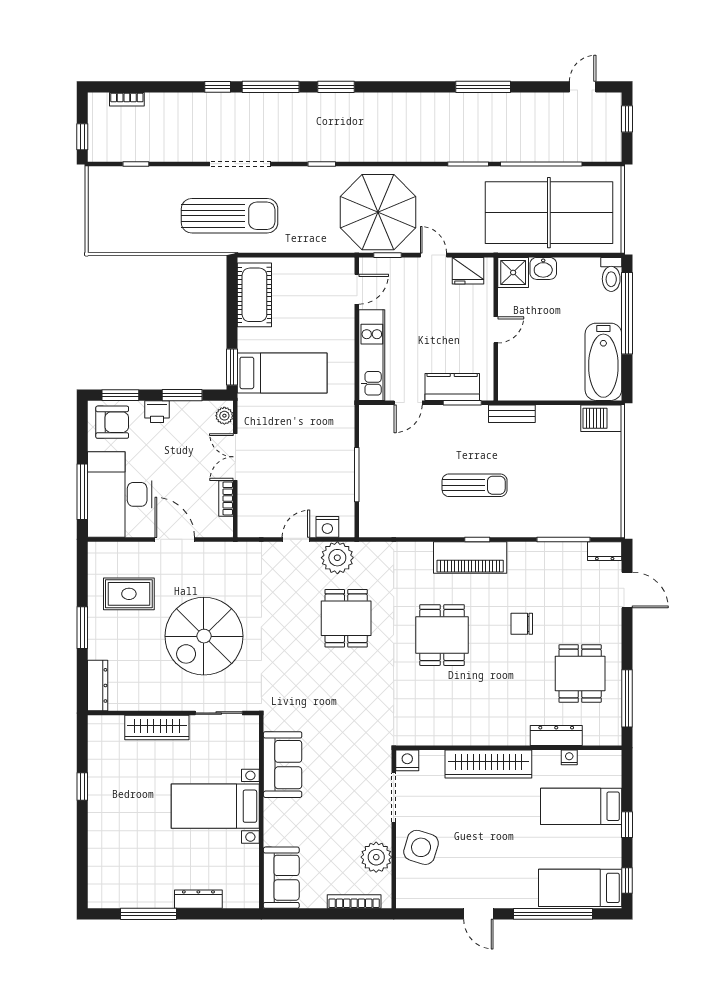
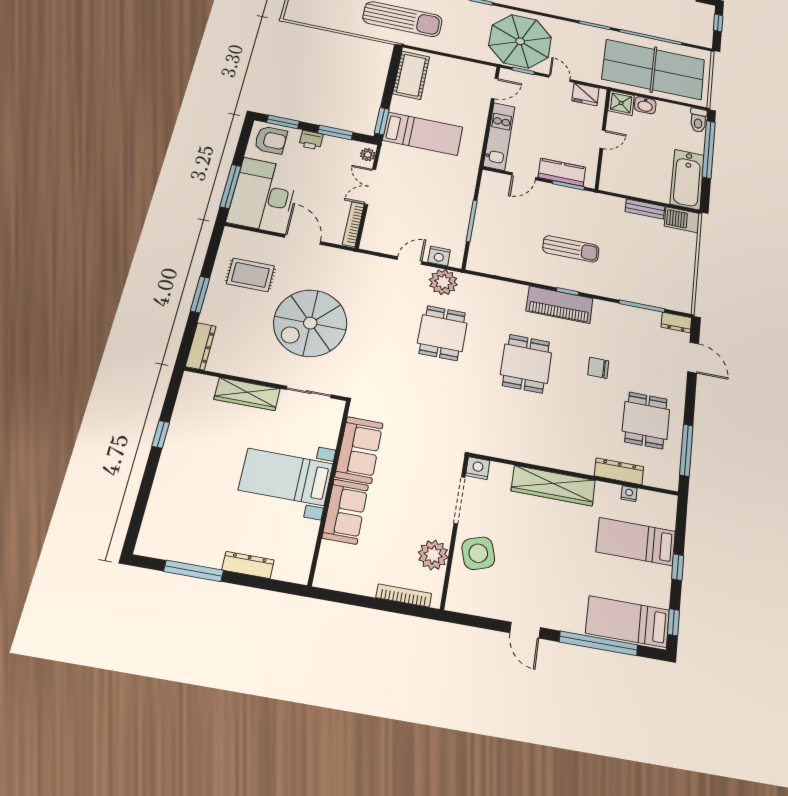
bench: (512, 414) -> (645, 209), moved
bookcase: (226, 498) -> (353, 224), width x1.56
side table: (421, 847) -> (478, 553), turned -35
sofa: (281, 878) -> (345, 511), moved

